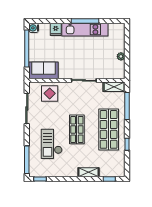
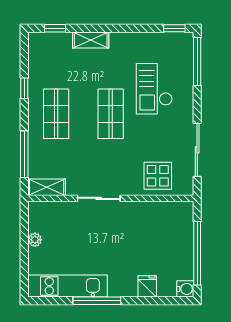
kitchen unit: (85, 30) -> (67, 286), moved
sofa: (44, 70) -> (168, 216), removed
shop shelf: (109, 129) -> (56, 114), width x0.70, depth x0.74
checkout: (52, 144) -> (154, 89), turned 180

